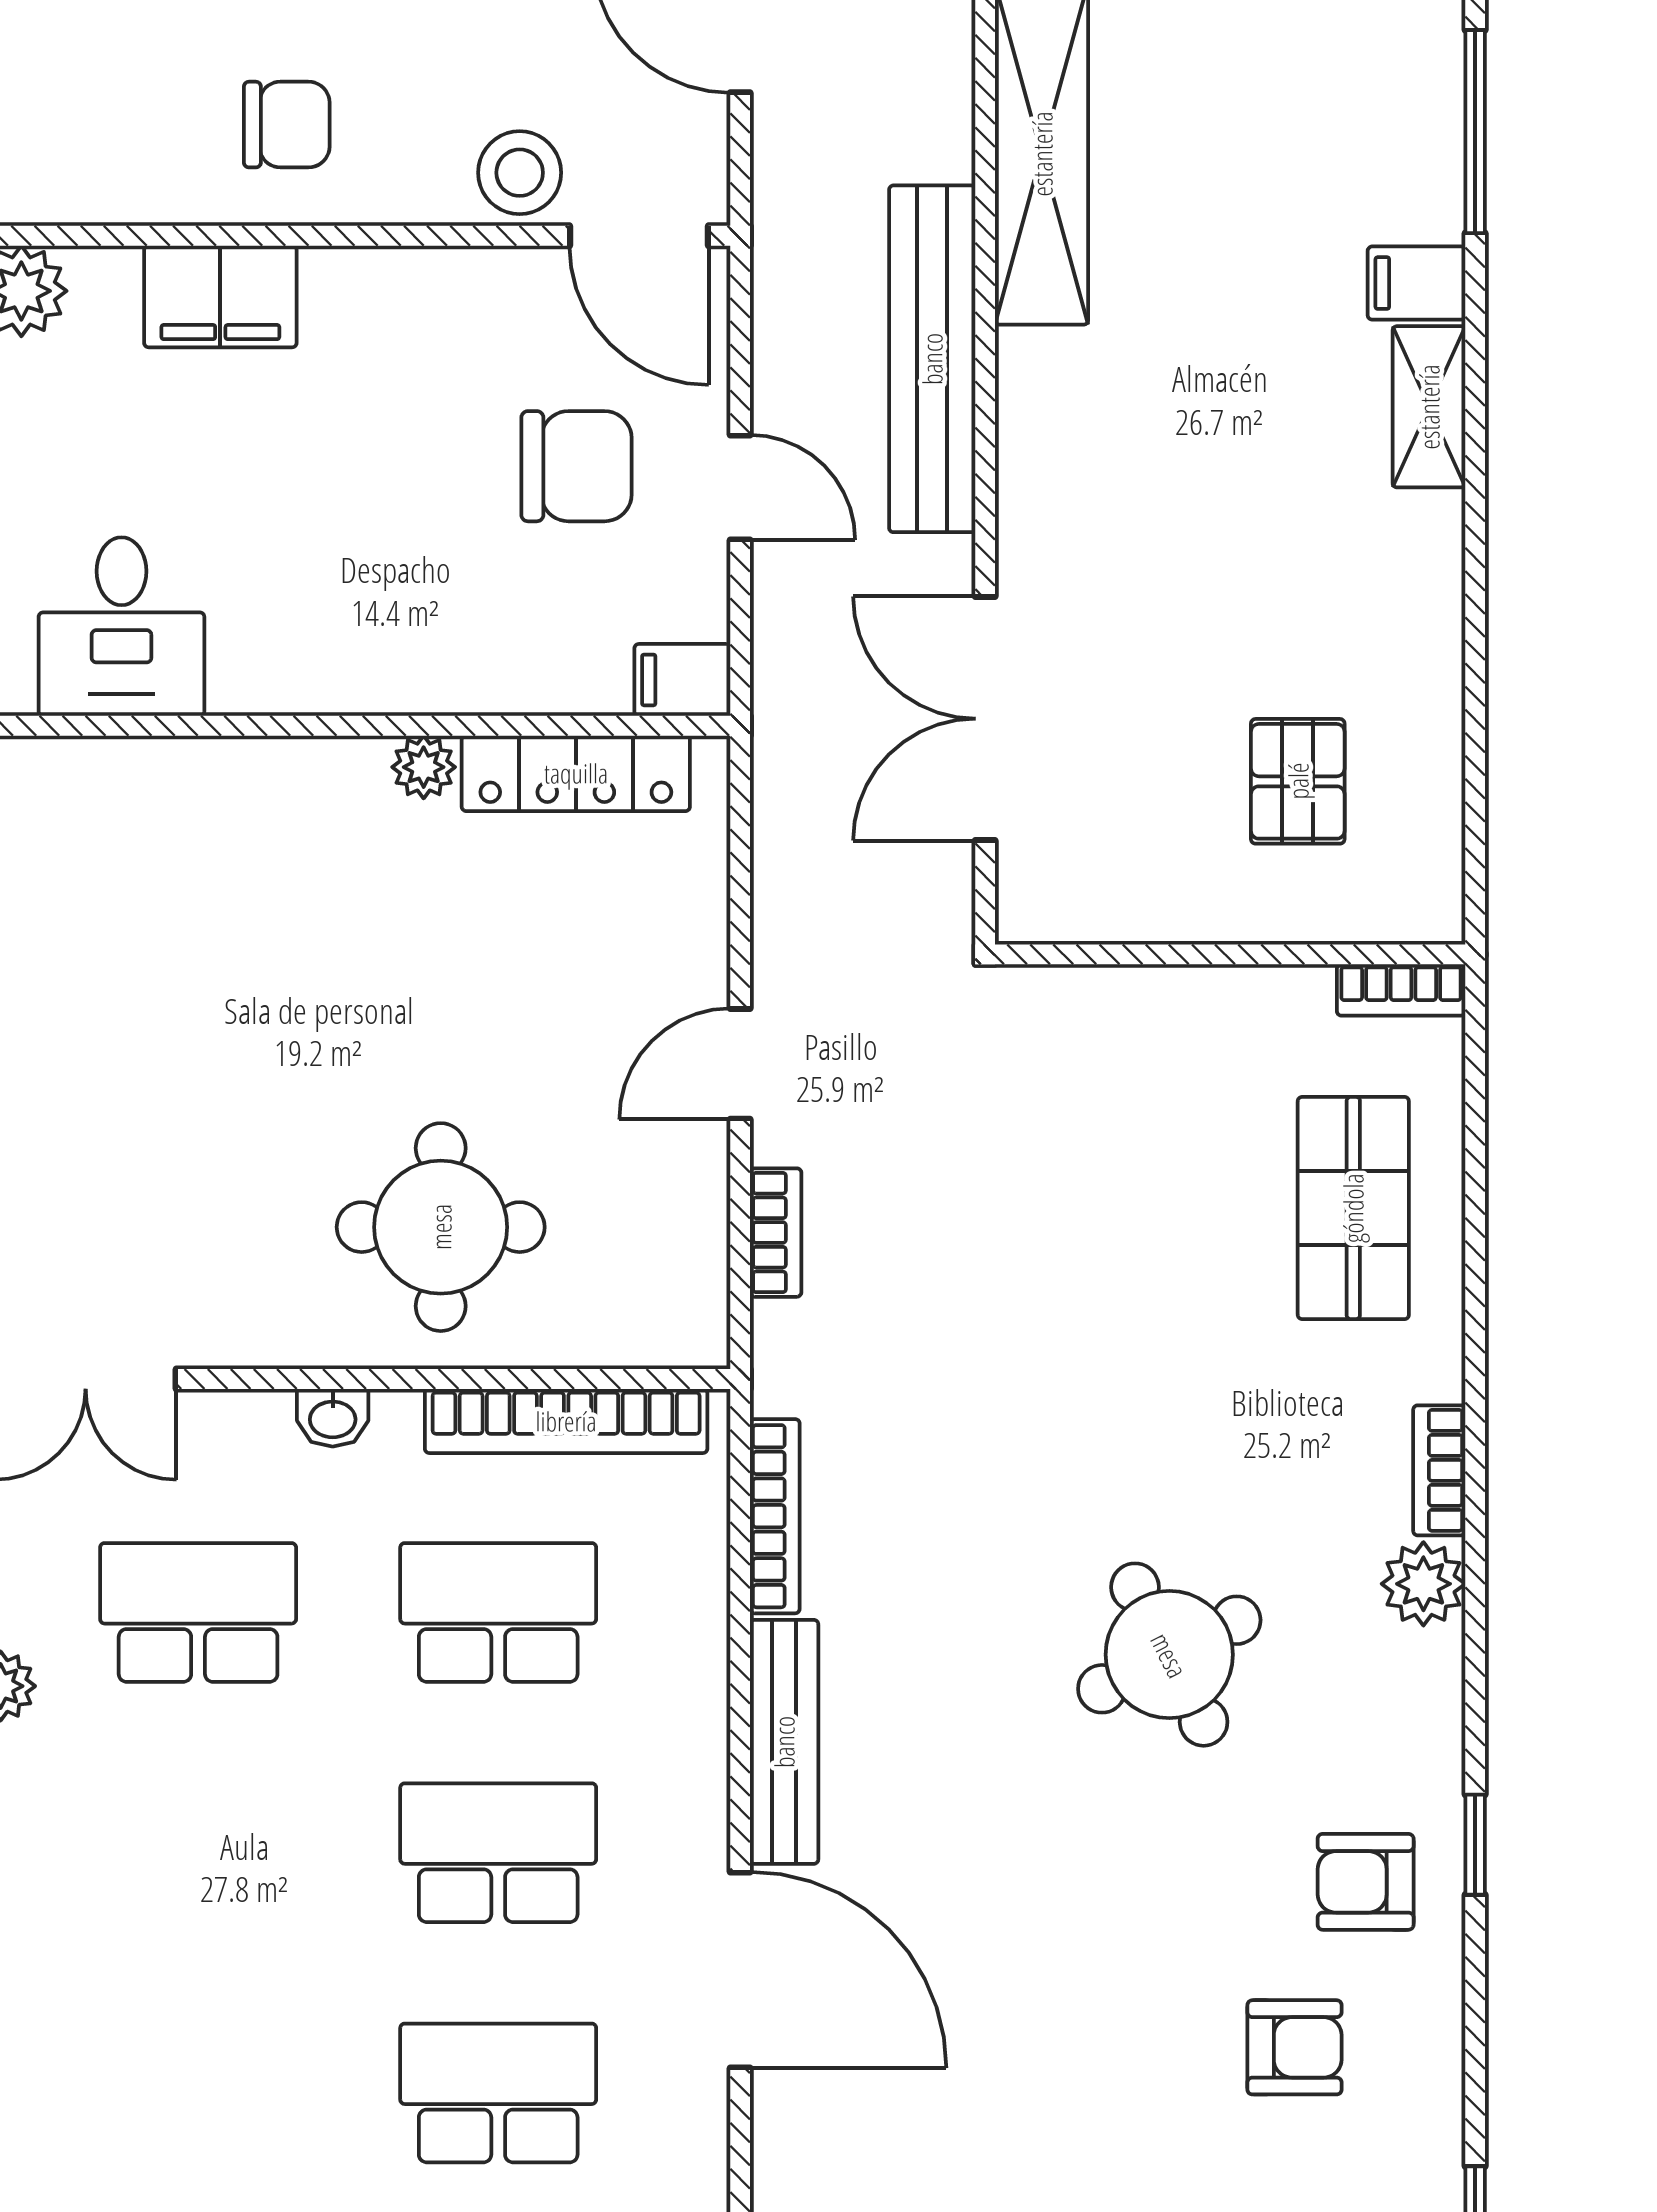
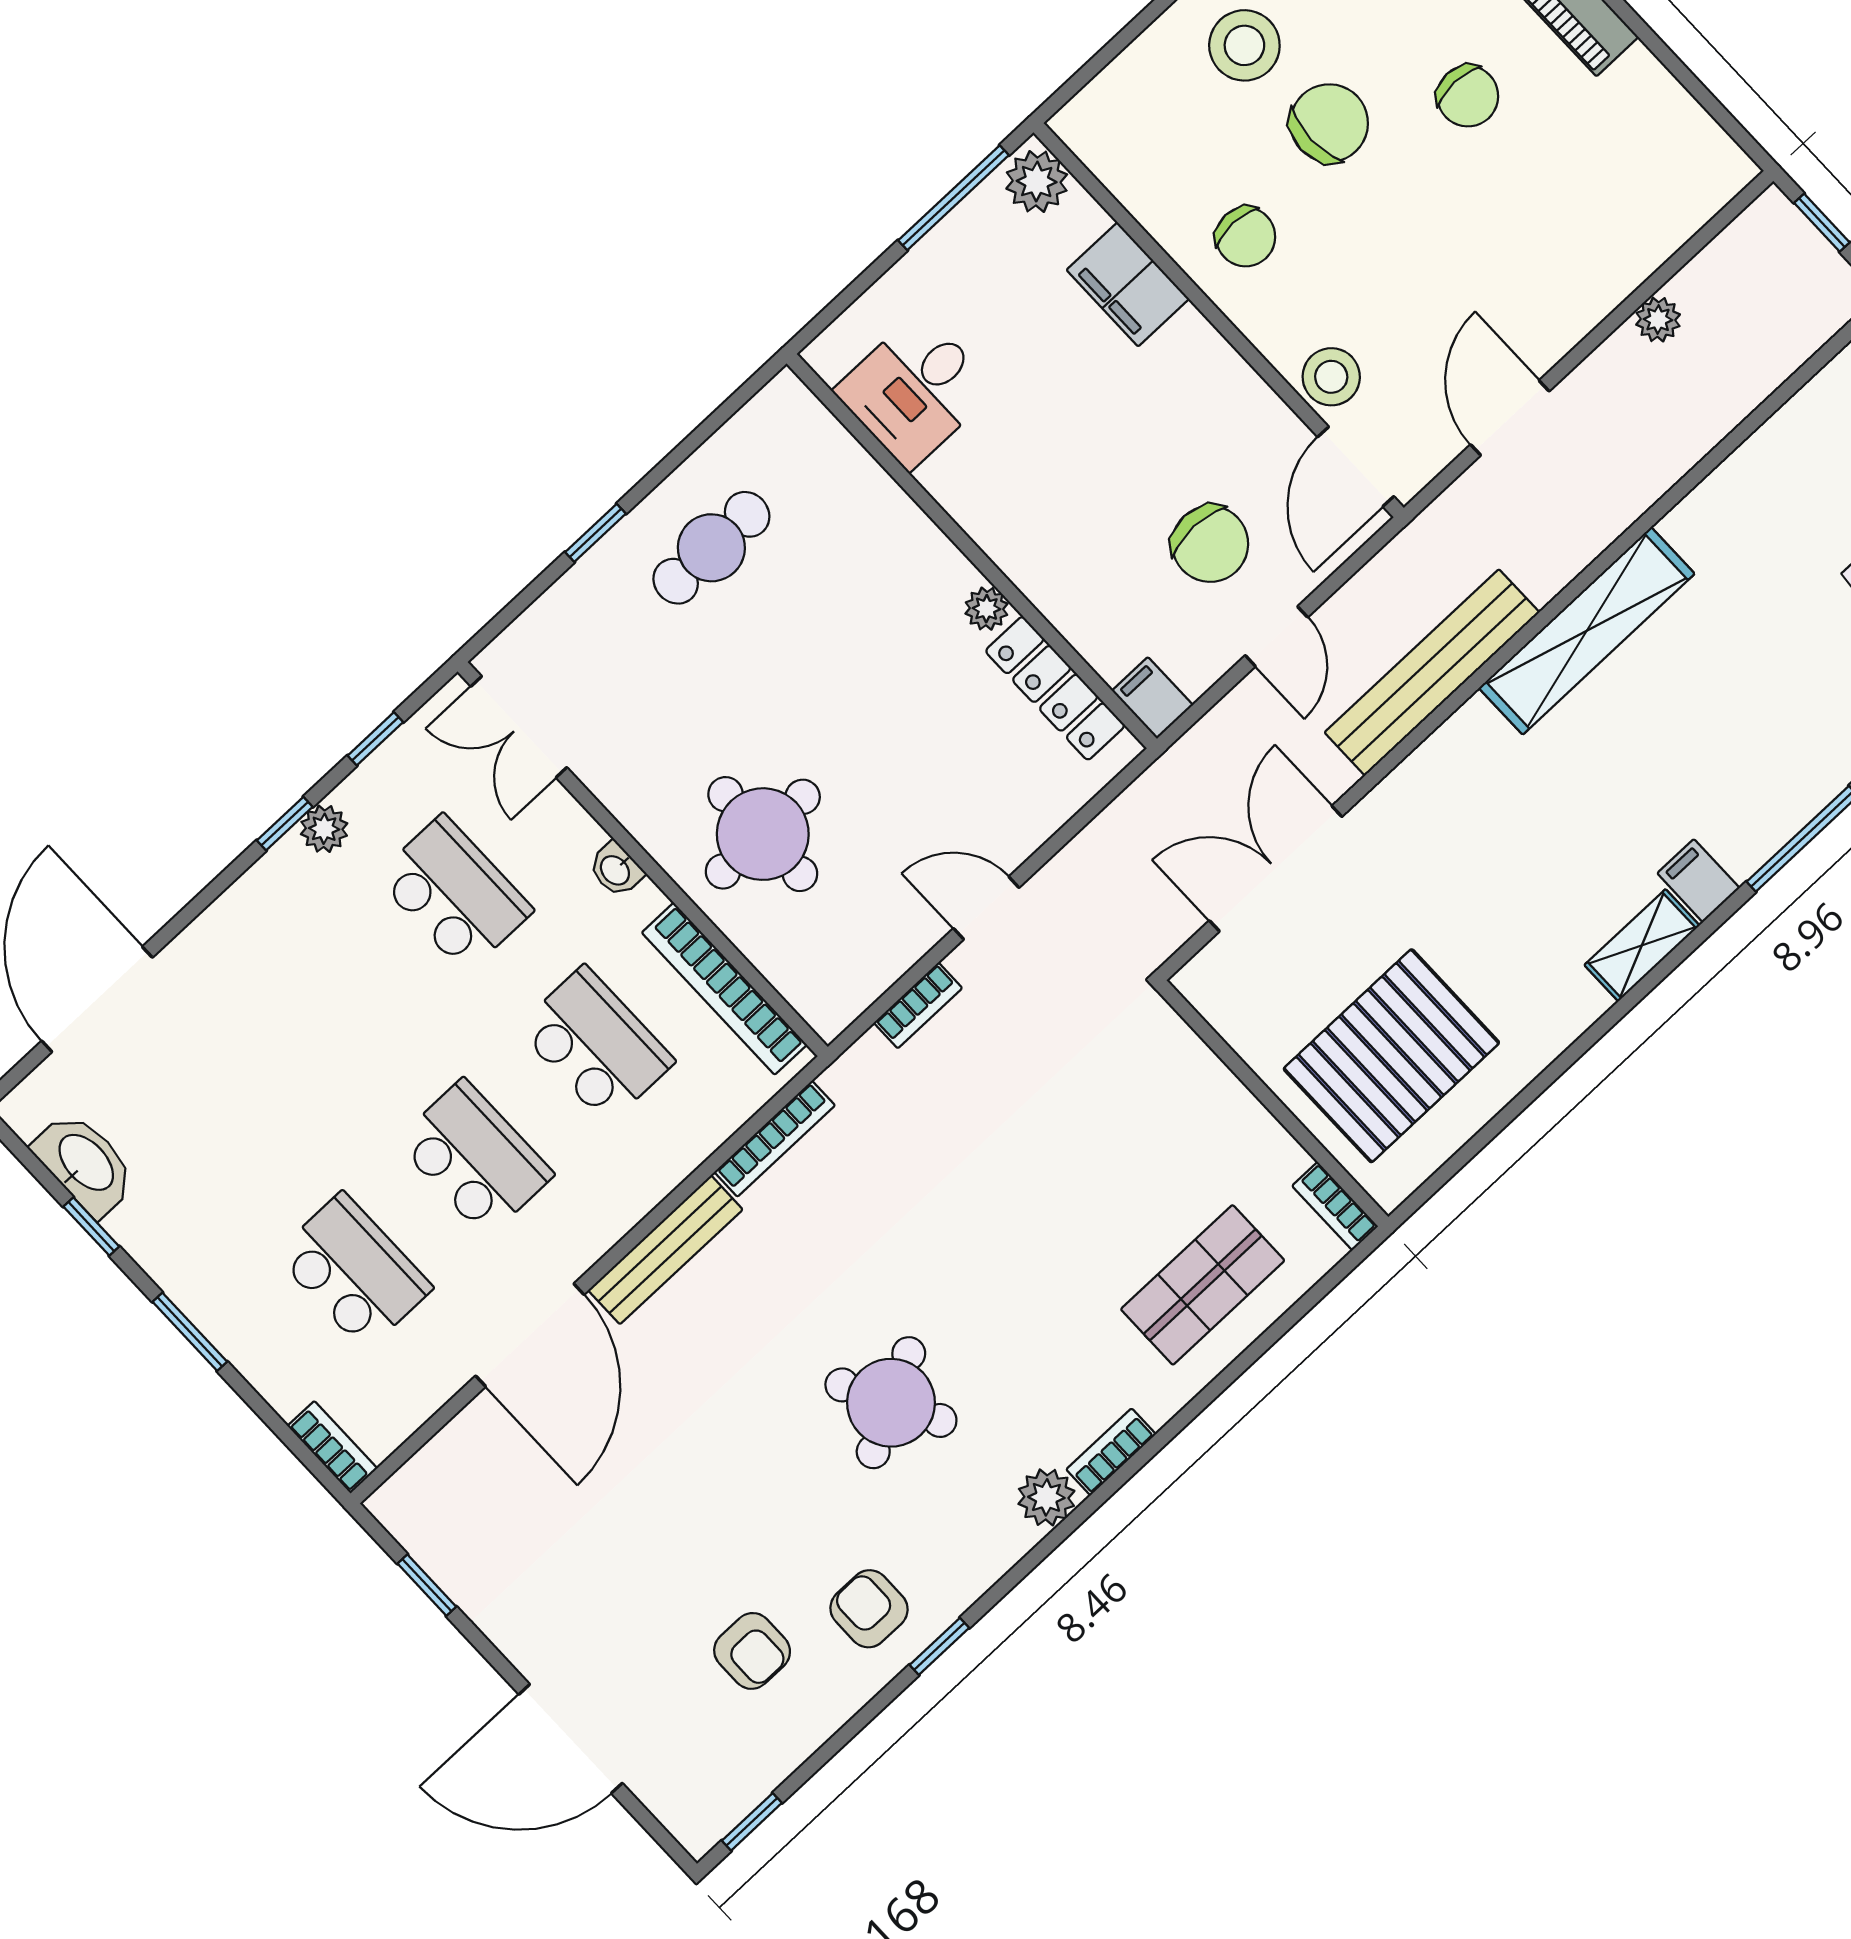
pallet: (1298, 781) -> (1391, 1056), width x2.05, depth x2.00
cafe table: (87, 998) -> (711, 548), added

